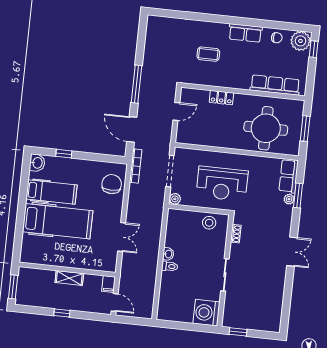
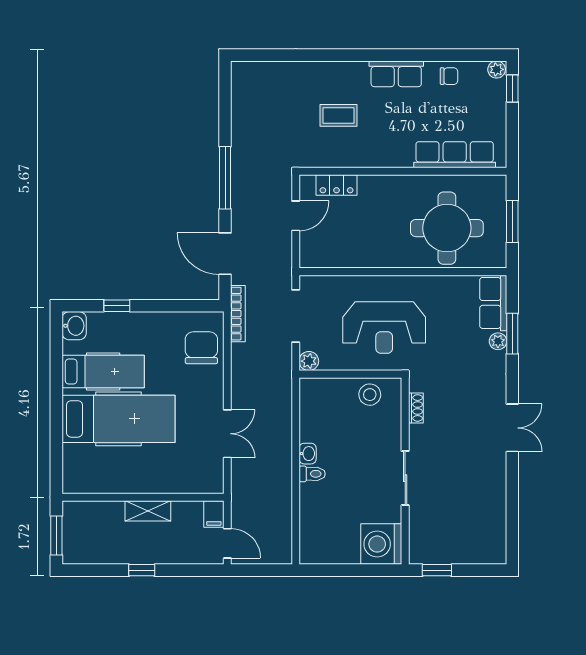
plant: (300, 41) -> (497, 69), width x0.53, depth x0.53
locker: (221, 98) -> (337, 185), moved

